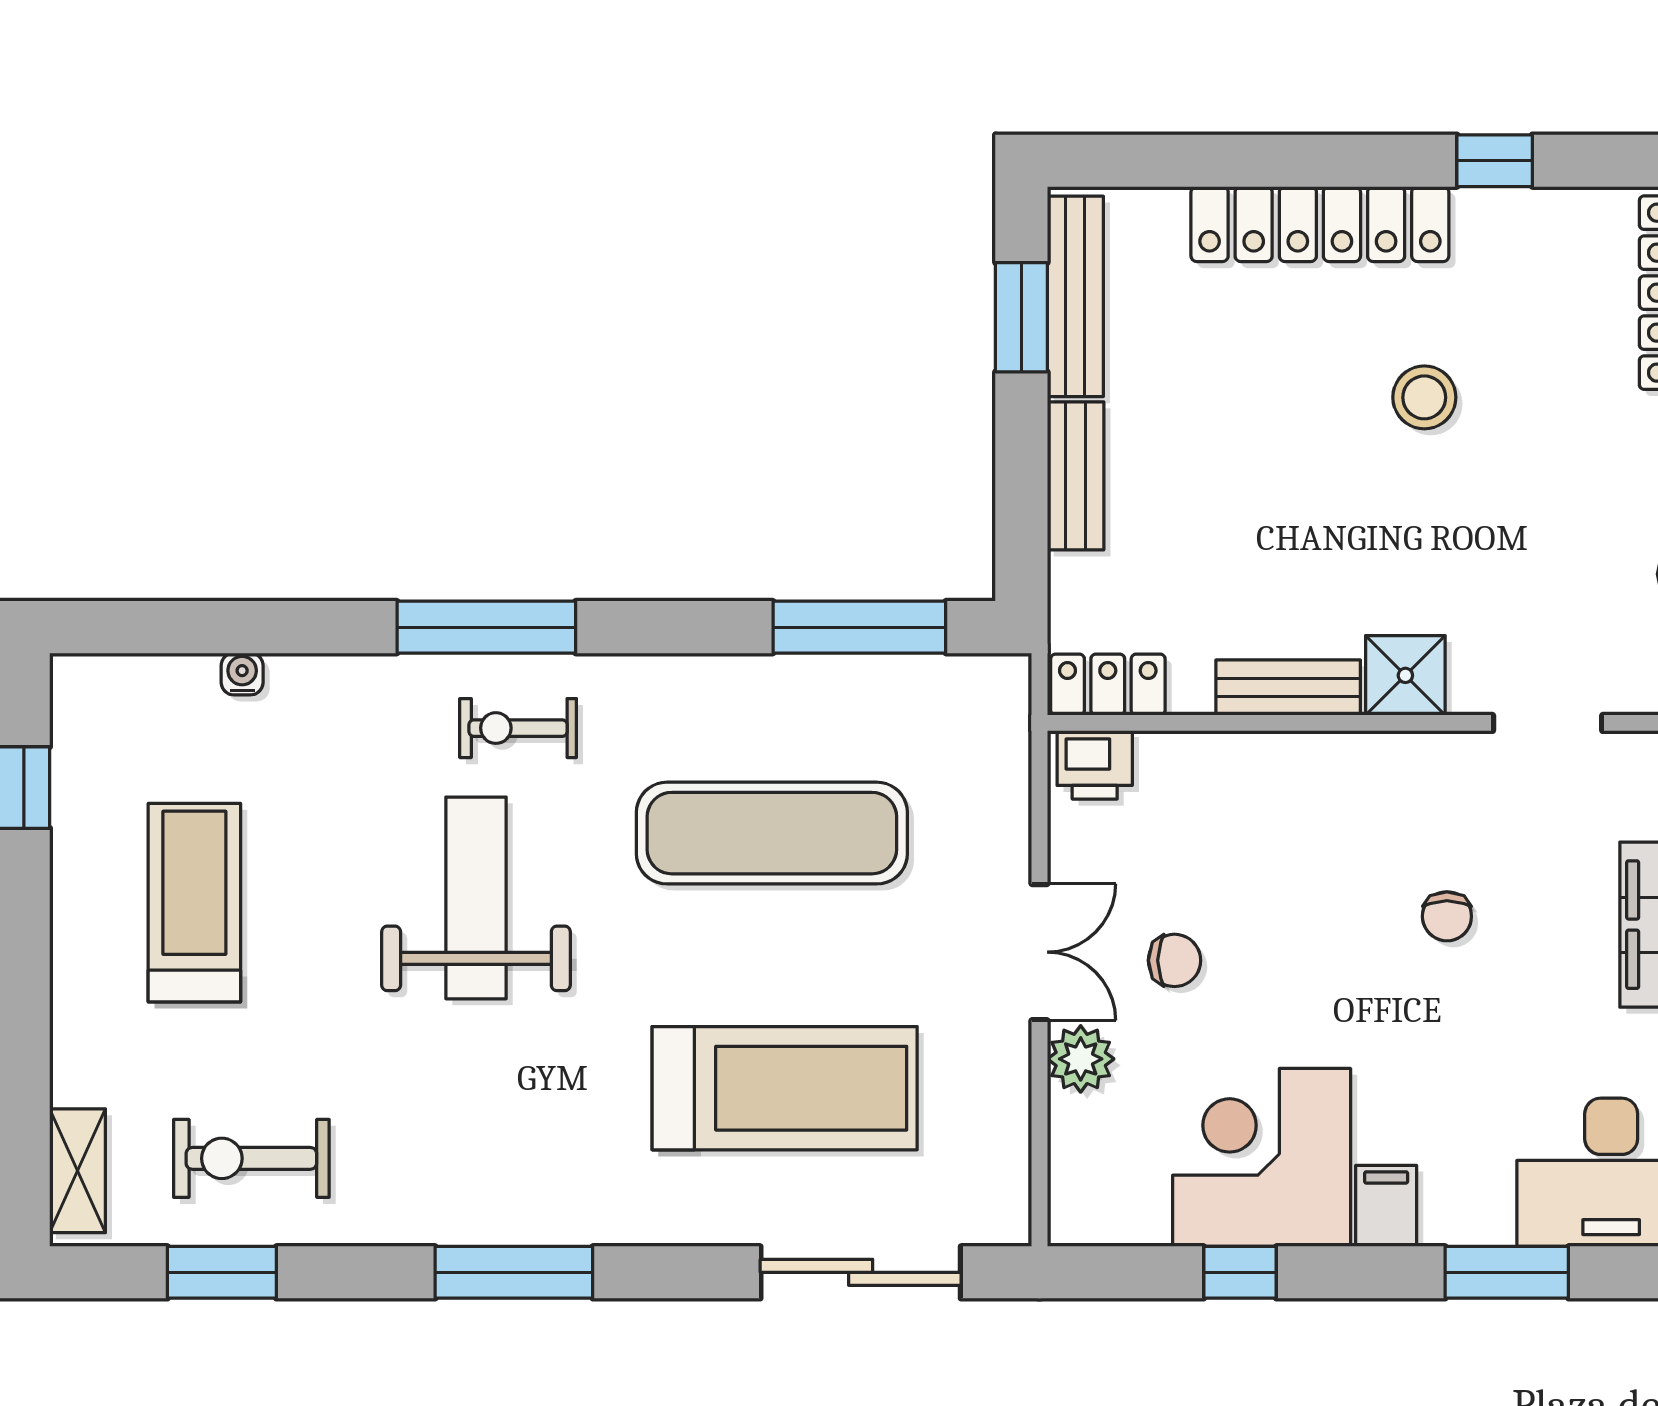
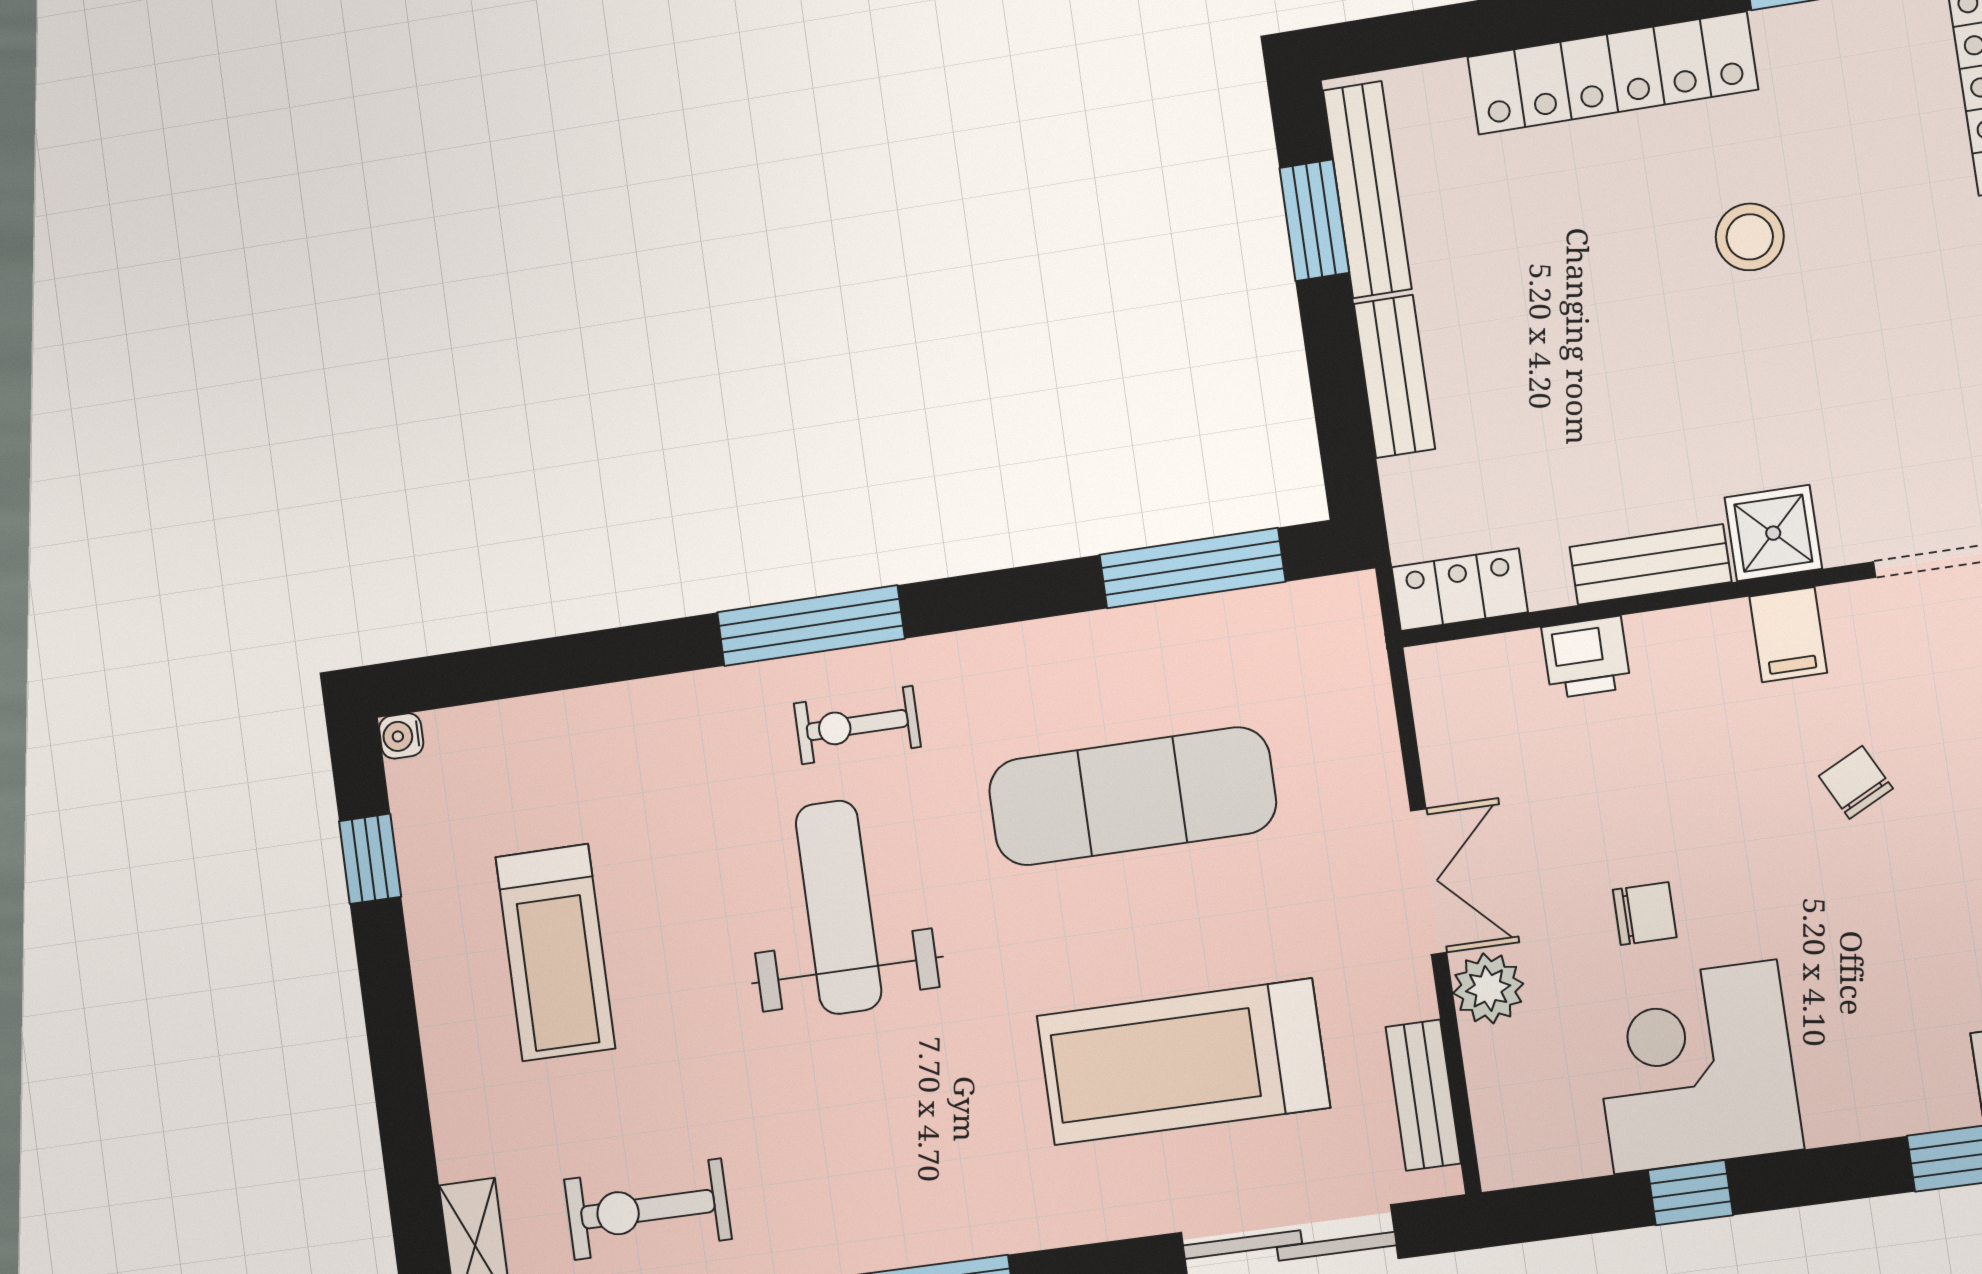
water cooler: (242, 674) -> (401, 736), moved, turned -90
printer: (1095, 765) -> (1586, 657), moved
treadmill: (194, 903) -> (555, 953), turned 180
chair: (1447, 916) -> (1856, 782), turned 153
chair: (1174, 960) -> (1645, 914), moved
treadmill: (785, 1088) -> (1183, 1062), turned 180
bench: (1006, 1150) -> (1423, 1095), added
filing cabinet: (1386, 1206) -> (1788, 635), moved, turned 180

